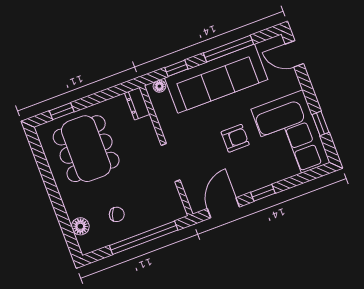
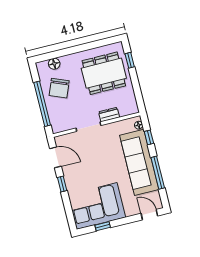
door: (294, 54) -> (149, 215), hinge flipped
dresser: (137, 104) -> (109, 115), moved
armchair: (235, 138) -> (99, 170), removed
chair: (117, 214) -> (59, 88), width x1.87, depth x1.87

